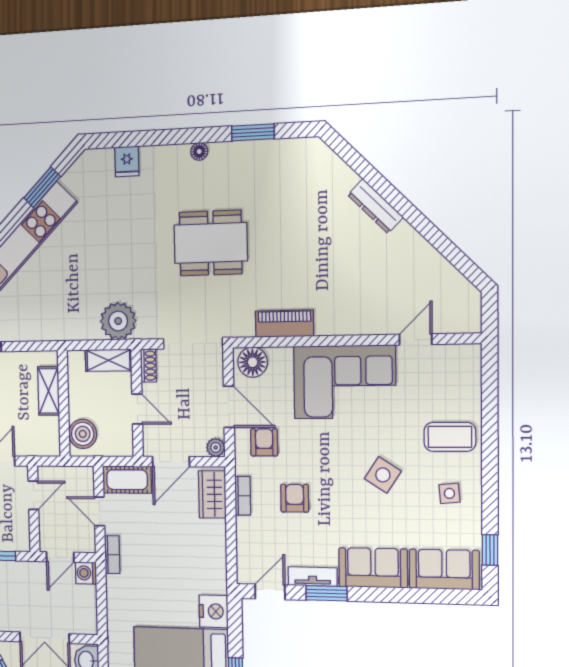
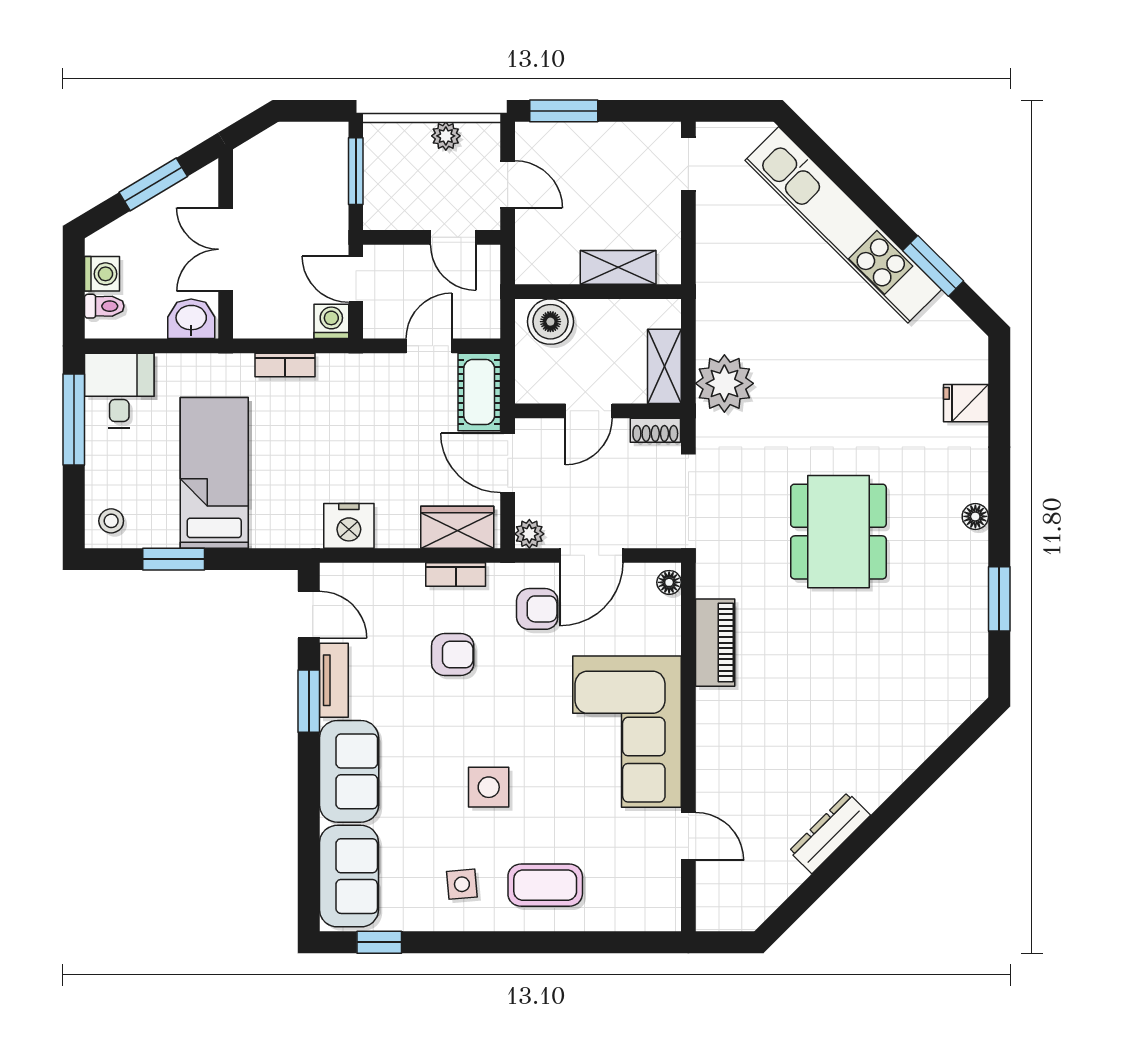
dresser: (375, 206) -> (830, 833), moved
floor lamp: (253, 362) -> (669, 582), width x0.53, depth x0.53
coffee table: (450, 437) -> (545, 885), turned 90
side table: (383, 475) -> (489, 787), turned -33
bookcase: (112, 555) -> (285, 365), moved
nightstand: (214, 611) -> (349, 526), moved

